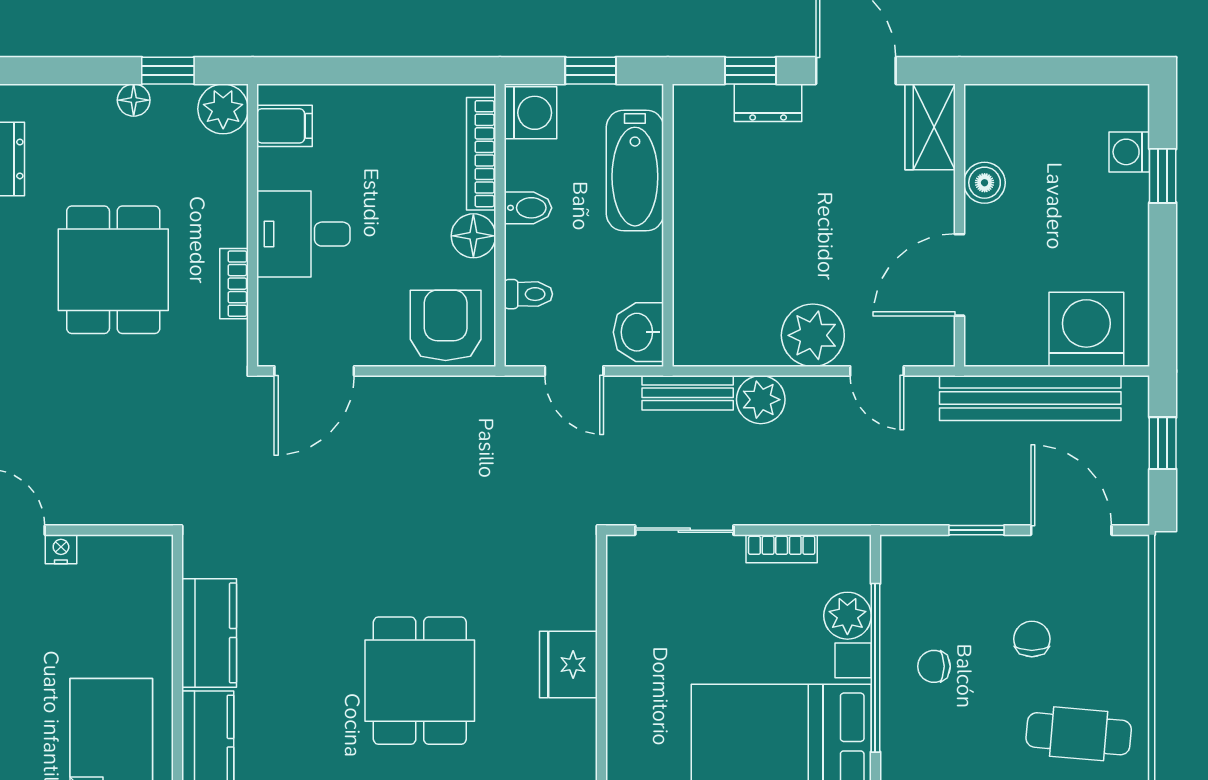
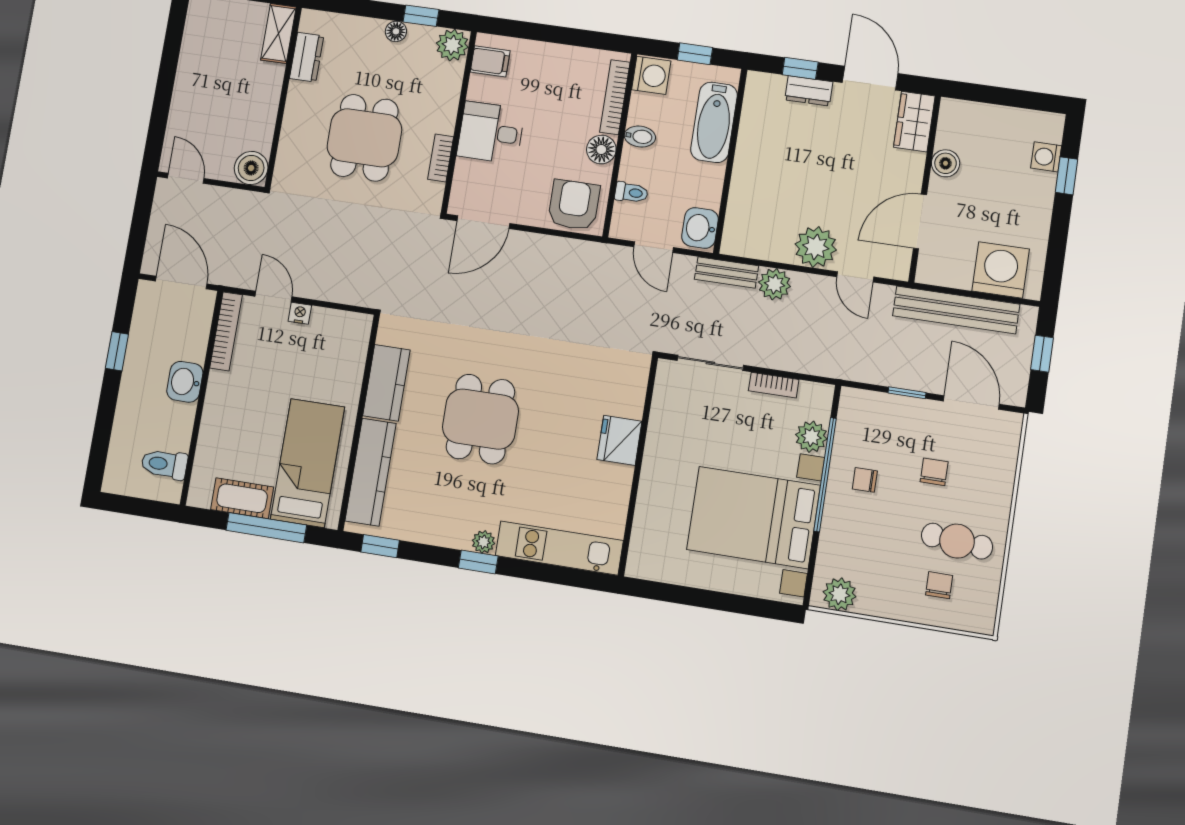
dining table: (420, 681) -> (480, 419), moved

